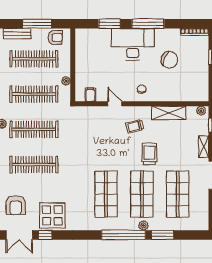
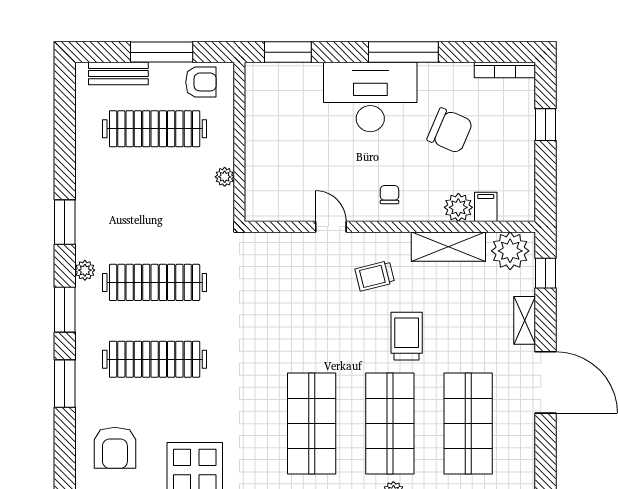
window: (109, 24) -> (288, 52), moved
clothes rail: (34, 94) -> (155, 206), removed
filing cabinet: (90, 95) -> (486, 207), moved
plant: (173, 95) -> (458, 207), added
plant: (201, 111) -> (510, 251), width x1.87, depth x1.87

